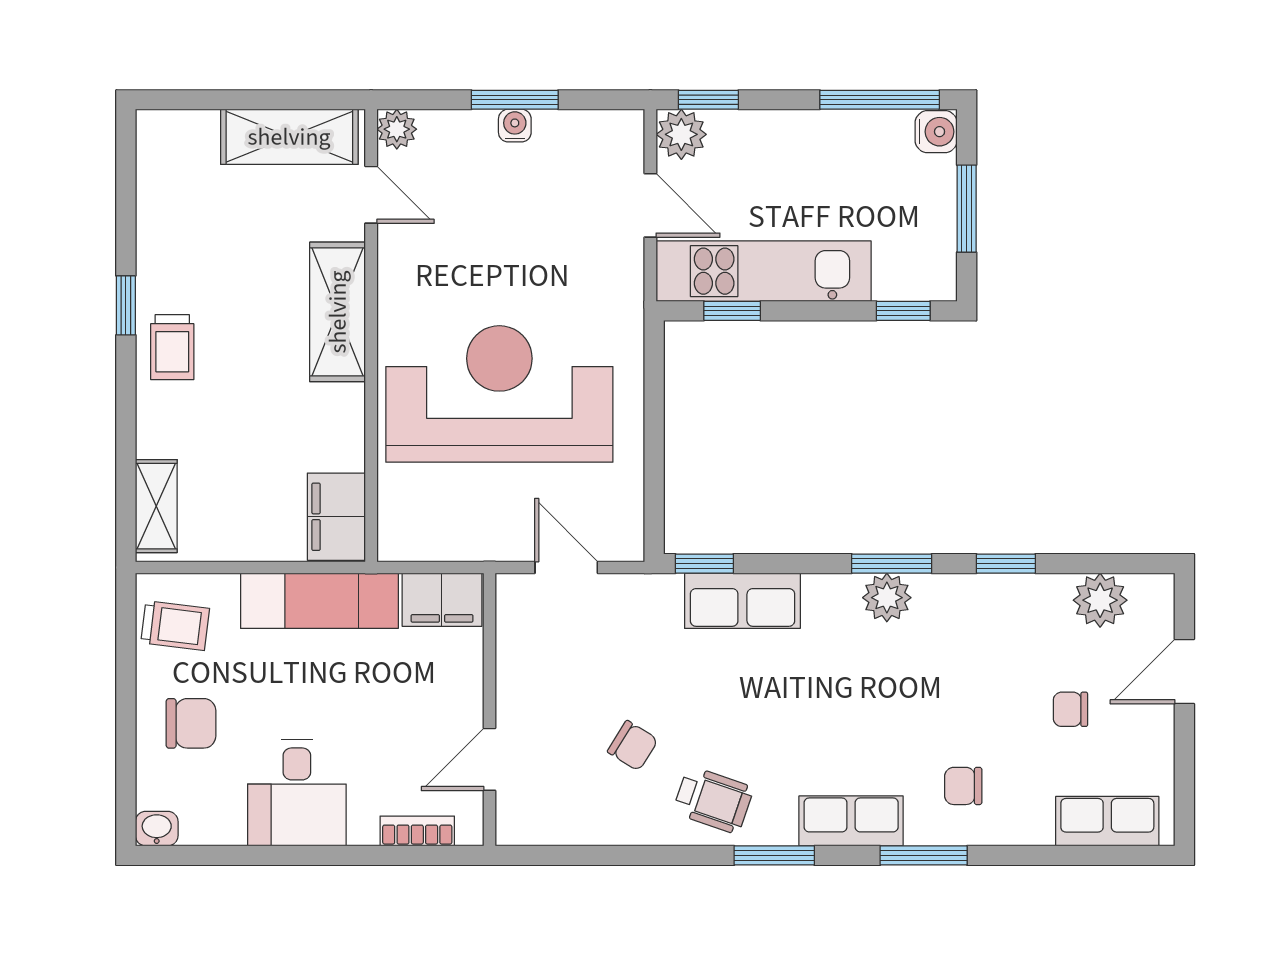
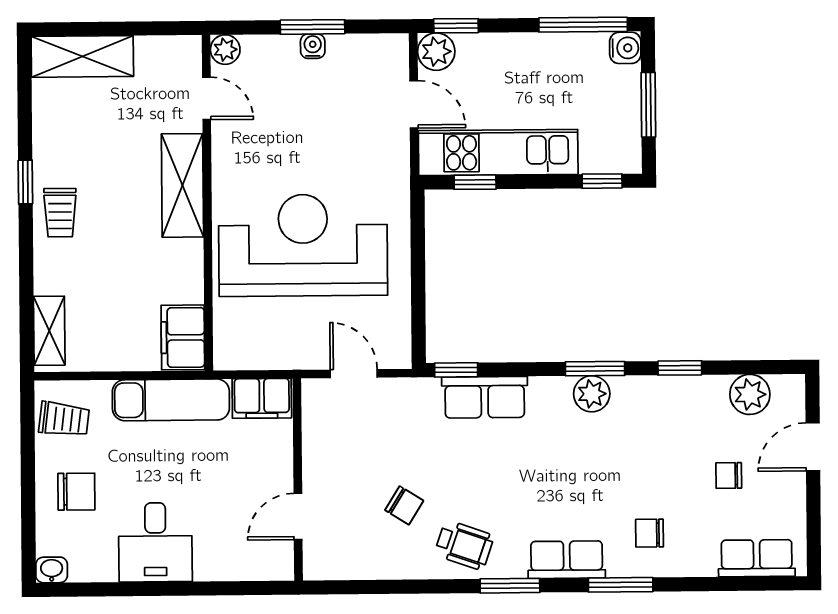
shelving: (289, 137) -> (82, 56), moved
bookcase: (417, 831) -> (245, 570), removed

